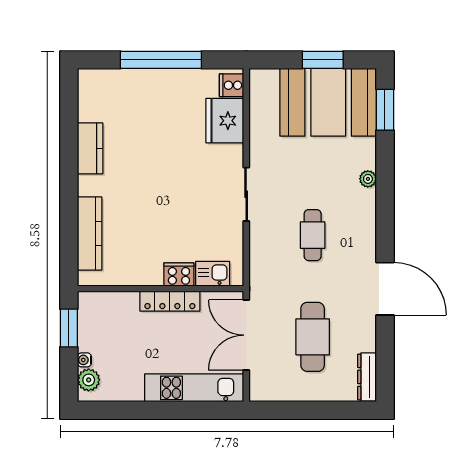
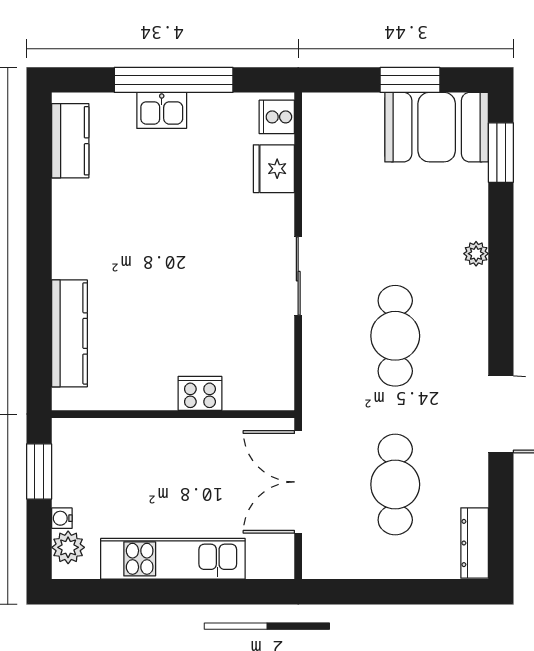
booth: (328, 102) -> (437, 127), width x0.73, depth x0.70
fridge: (225, 121) -> (274, 169), width x0.73, depth x0.75
kitchen counter: (90, 148) -> (70, 141), moved
cafe table: (313, 235) -> (395, 336), width x1.37, depth x1.35
kitchen sink: (213, 274) -> (162, 110), moved, turned 180
locker: (170, 301) -> (187, 432), removed
kitchen unit: (194, 388) -> (173, 559), moved

